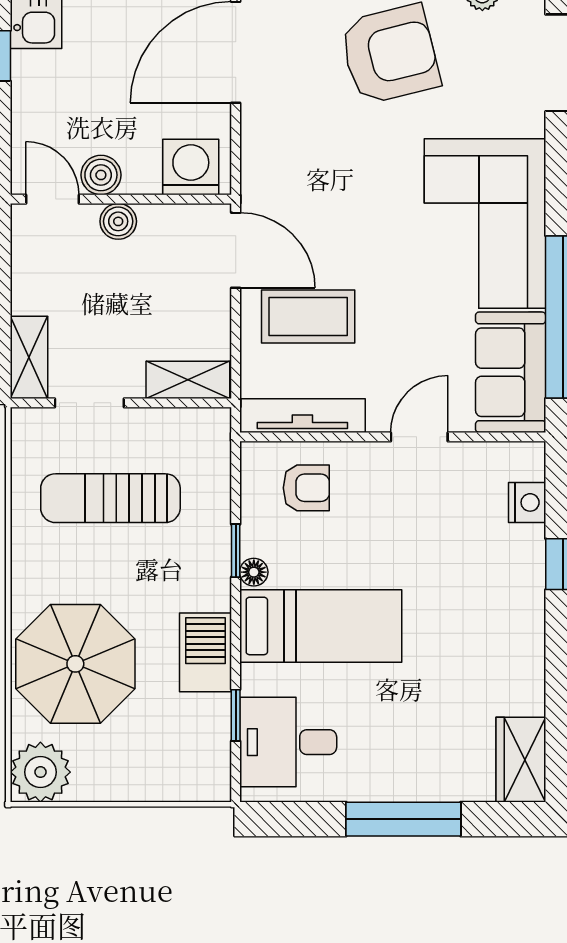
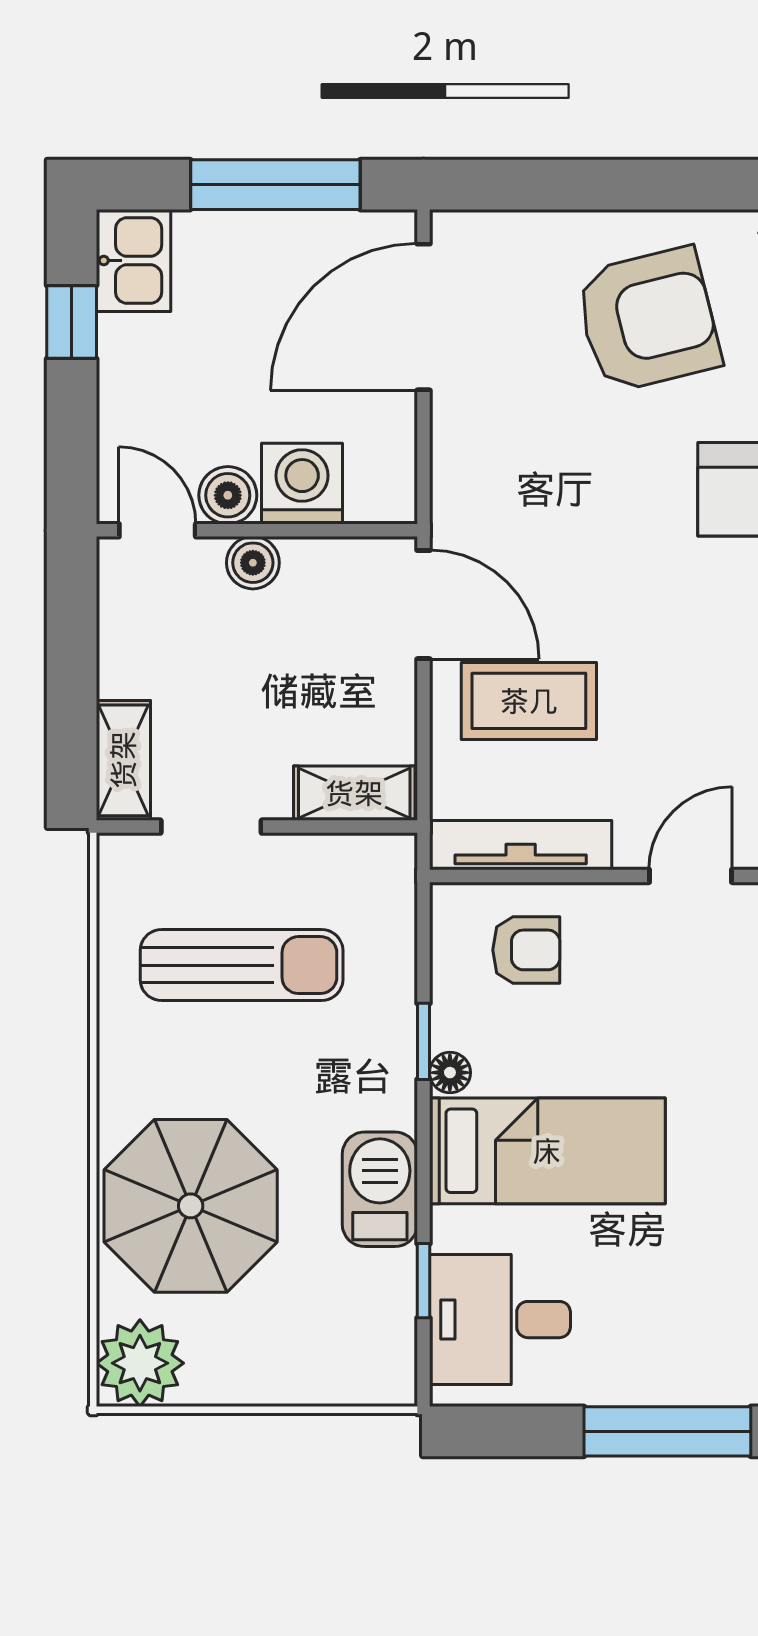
washing machine: (191, 167) -> (302, 484), moved
sun lounger: (110, 498) -> (242, 965), turned 180

